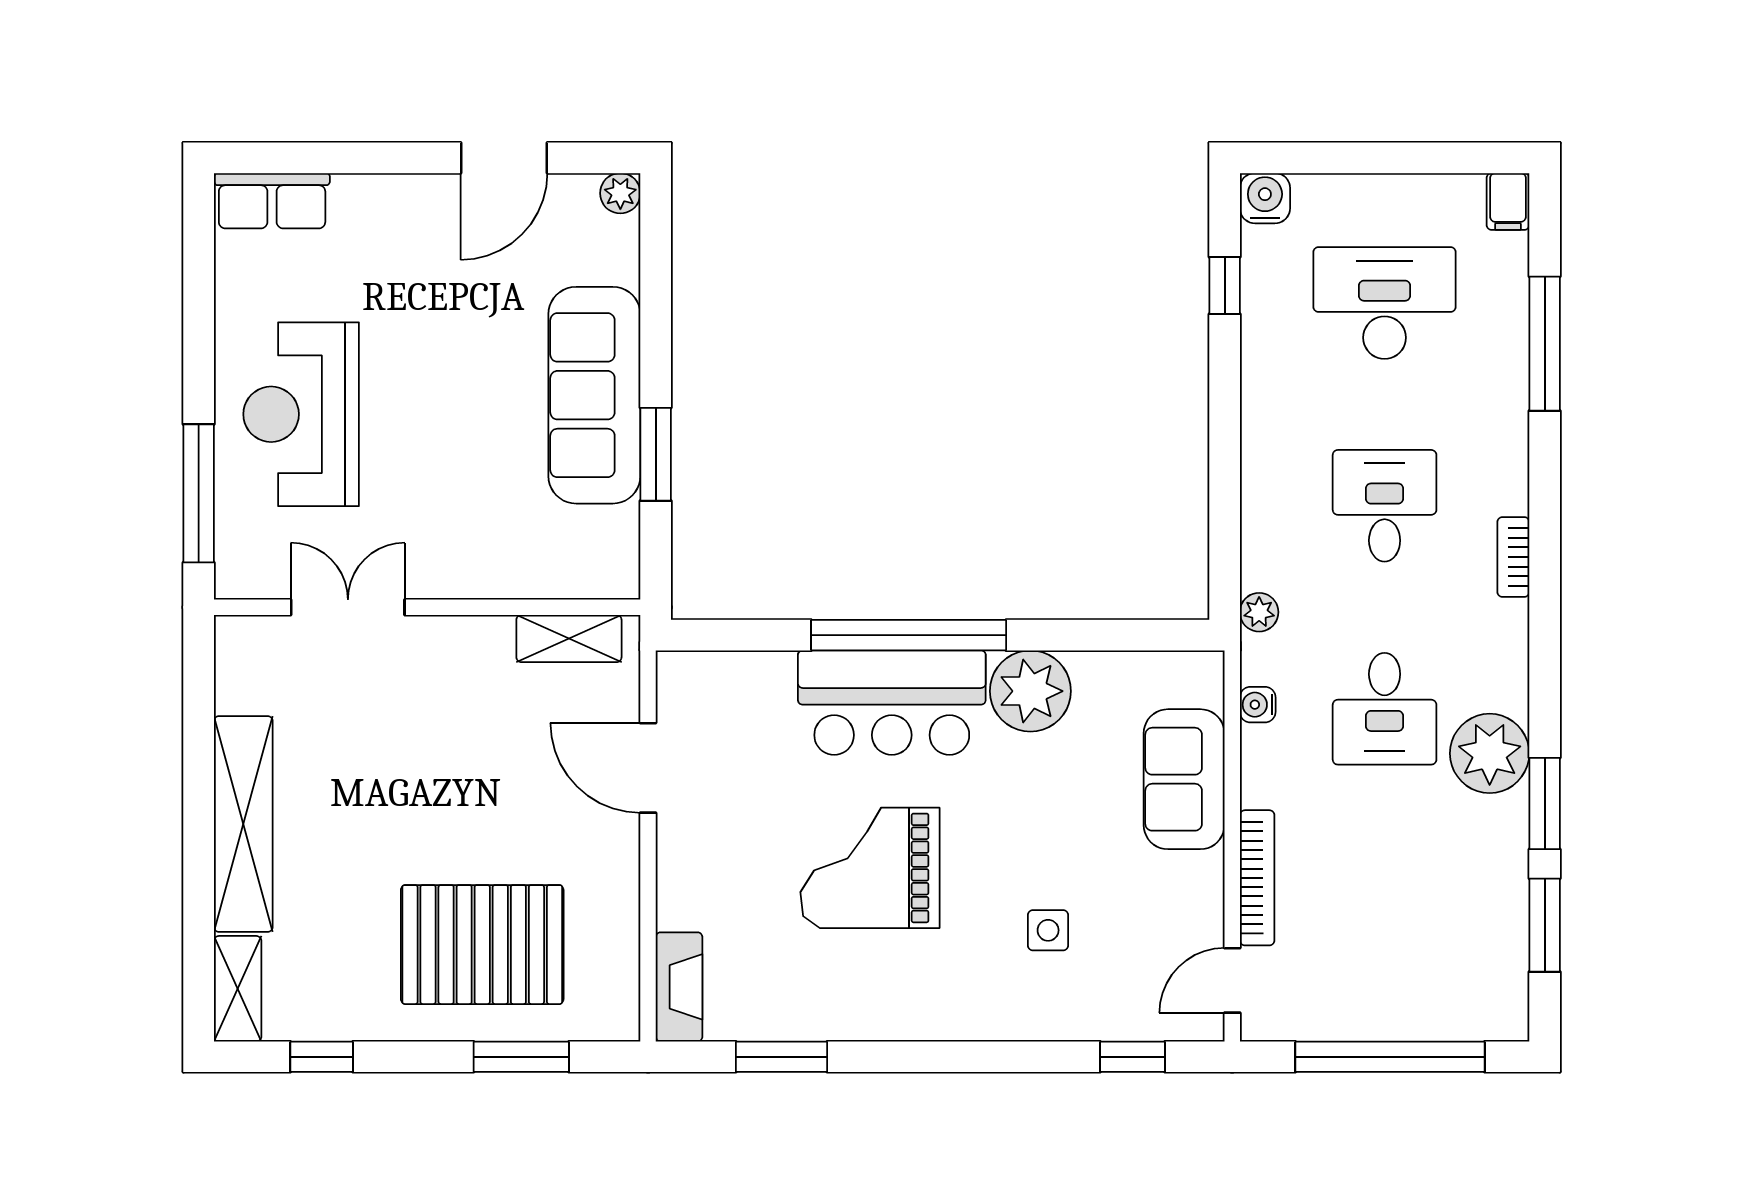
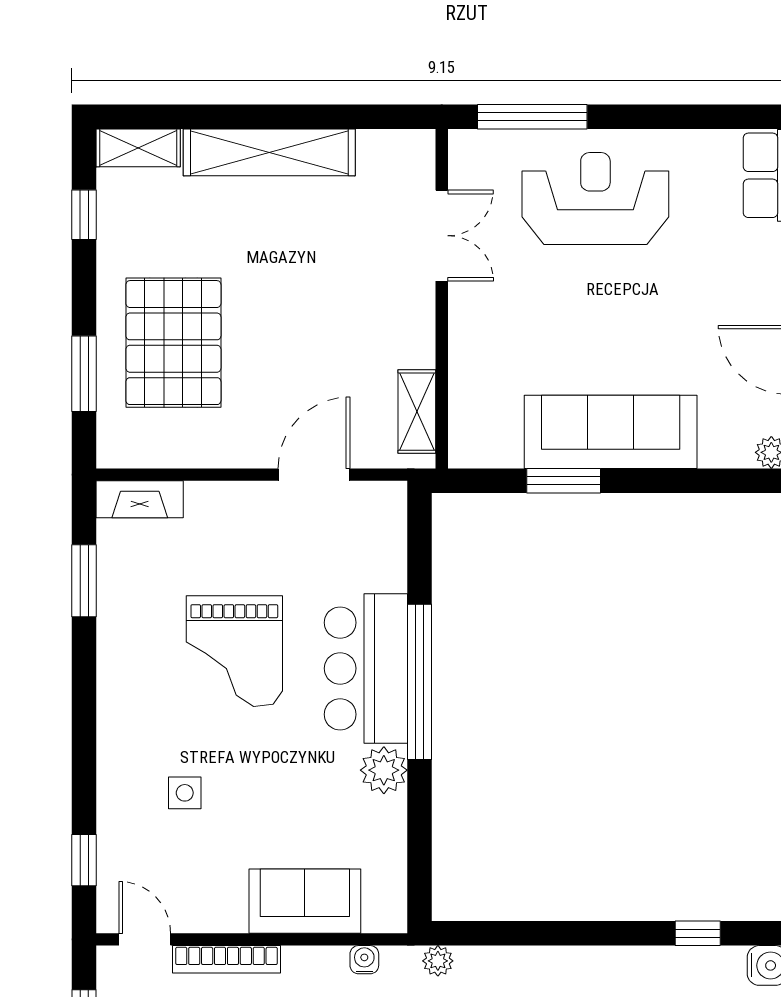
plant: (1030, 691) -> (384, 770), width x0.73, depth x0.73
grand piano: (870, 868) -> (234, 651), turned 180

